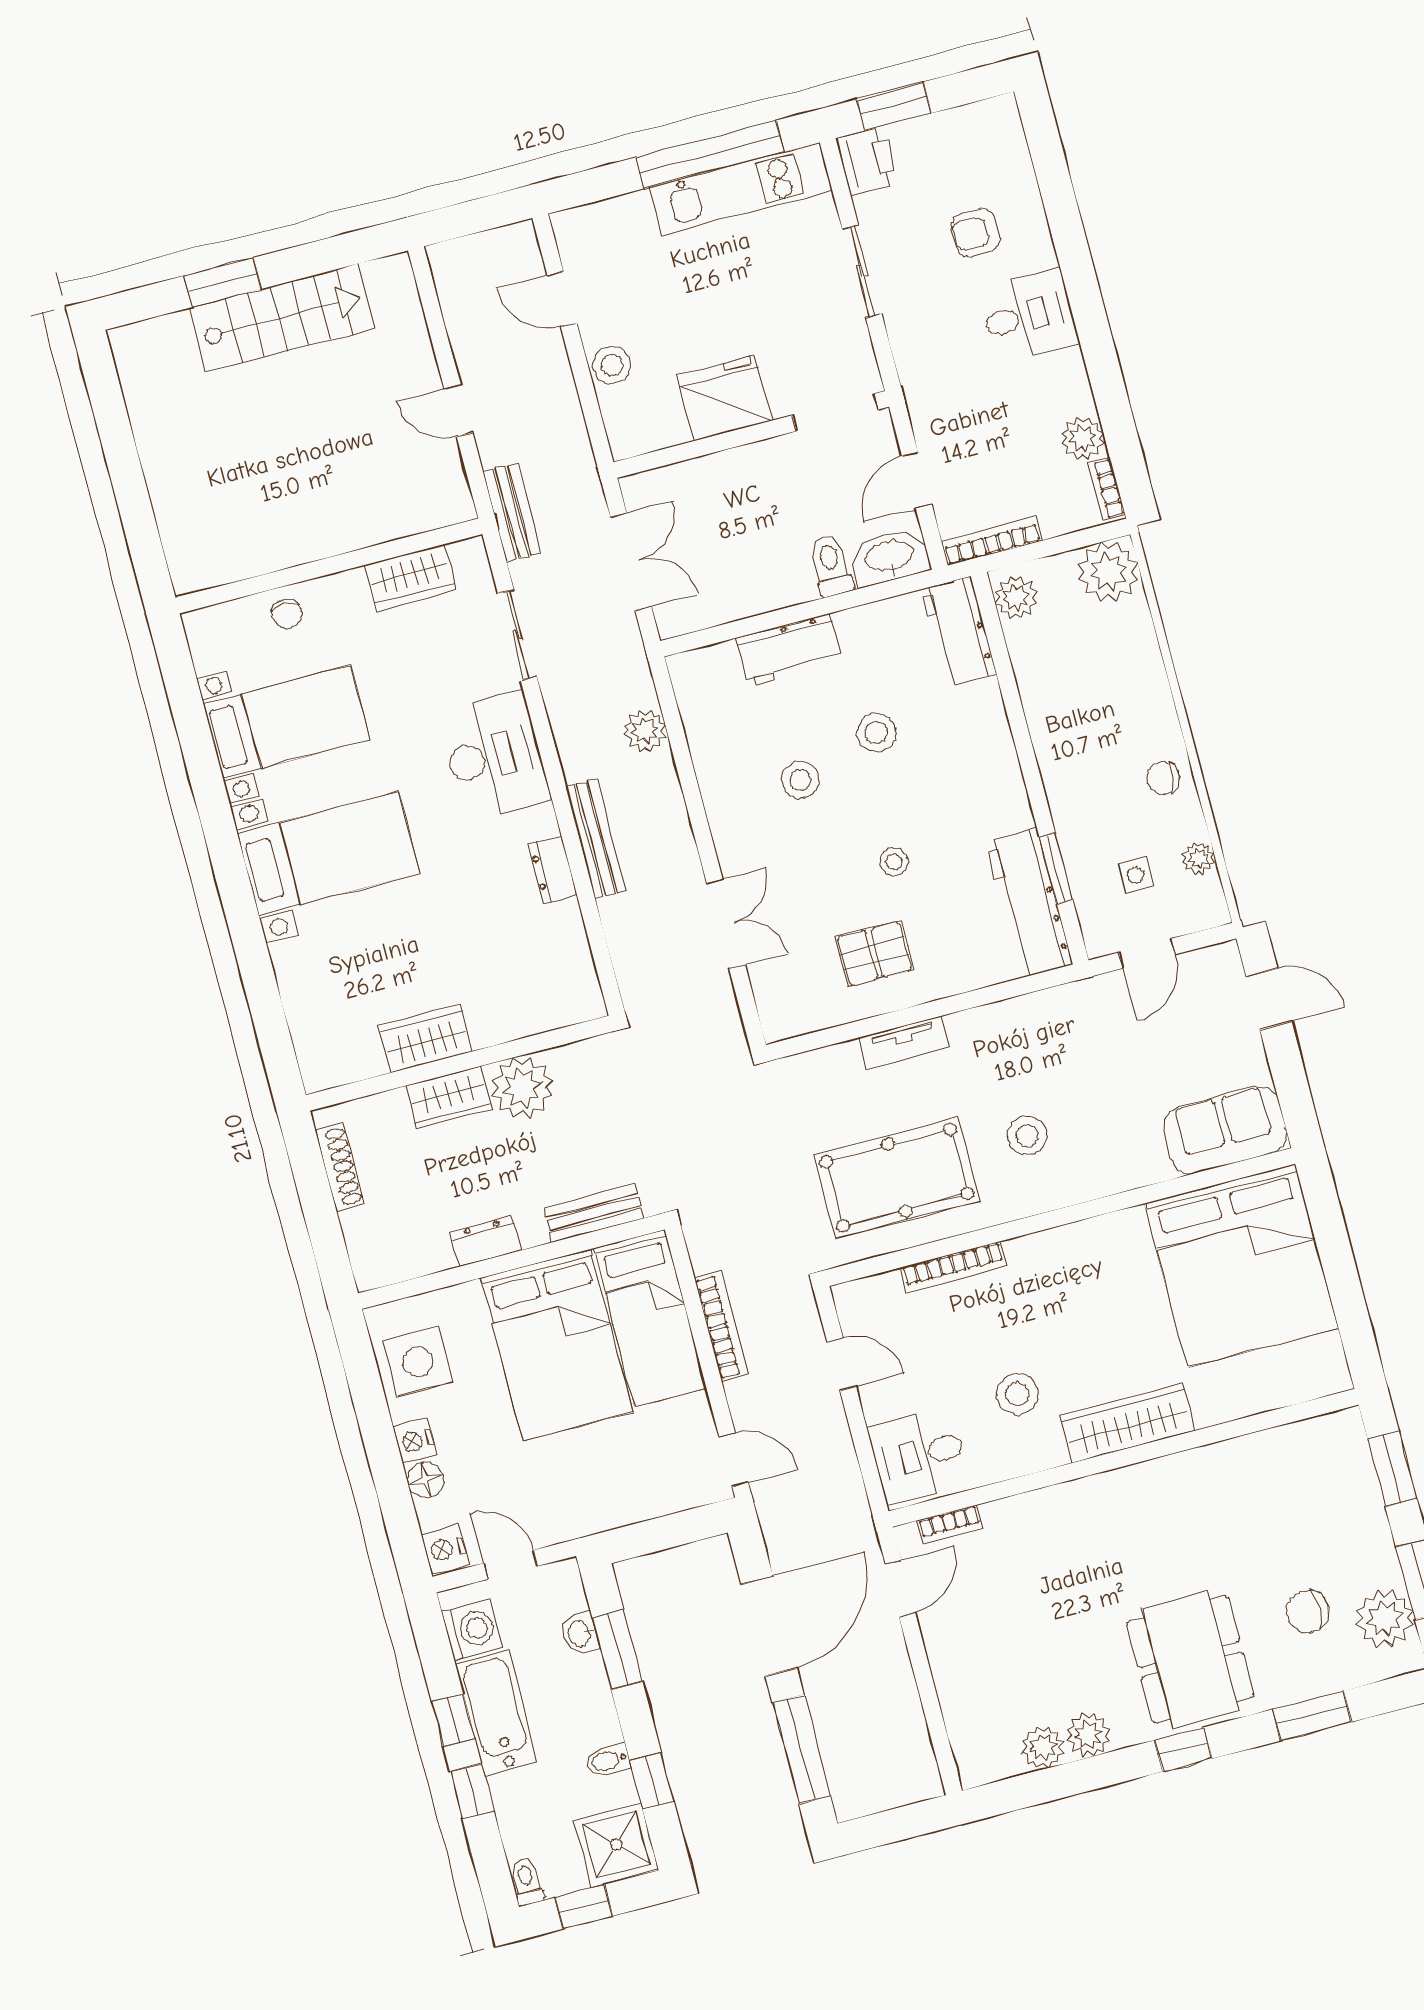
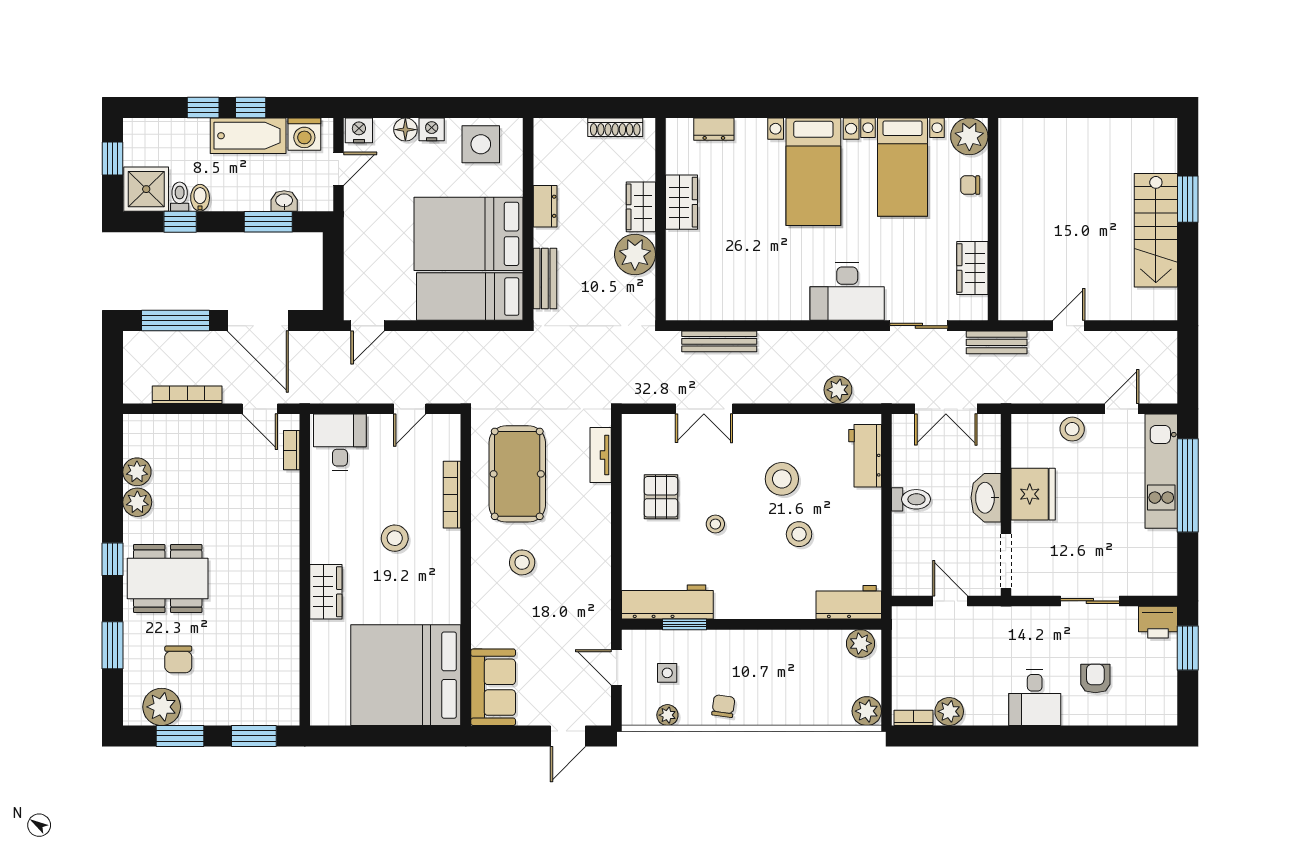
window: (710, 155) -> (1188, 485), moved
kitchen unit: (741, 189) -> (1161, 471), moved
bookcase: (992, 541) -> (900, 638), removed
washbasin: (890, 557) -> (986, 498), moved, turned 180
toilet: (831, 565) -> (911, 499), moved
plant: (1108, 572) -> (867, 711), width x0.73, depth x0.73
plant: (214, 634) -> (969, 136), added
workbench: (789, 650) -> (865, 456), moved
stool: (800, 780) -> (782, 479), width x1.38, depth x1.38
bench: (596, 838) -> (719, 341), moved
dresser: (553, 869) -> (714, 129), moved, turned 180
tv unit: (904, 1042) -> (601, 455), moved
bookcase: (721, 1326) -> (187, 395), moved, turned 180
stool: (1017, 1394) -> (395, 538), moved
wardrobe: (1128, 1423) -> (326, 592), width x0.67
chair: (1307, 1612) -> (178, 659), turned 180
toilet: (527, 1882) -> (180, 197), moved, turned -90

